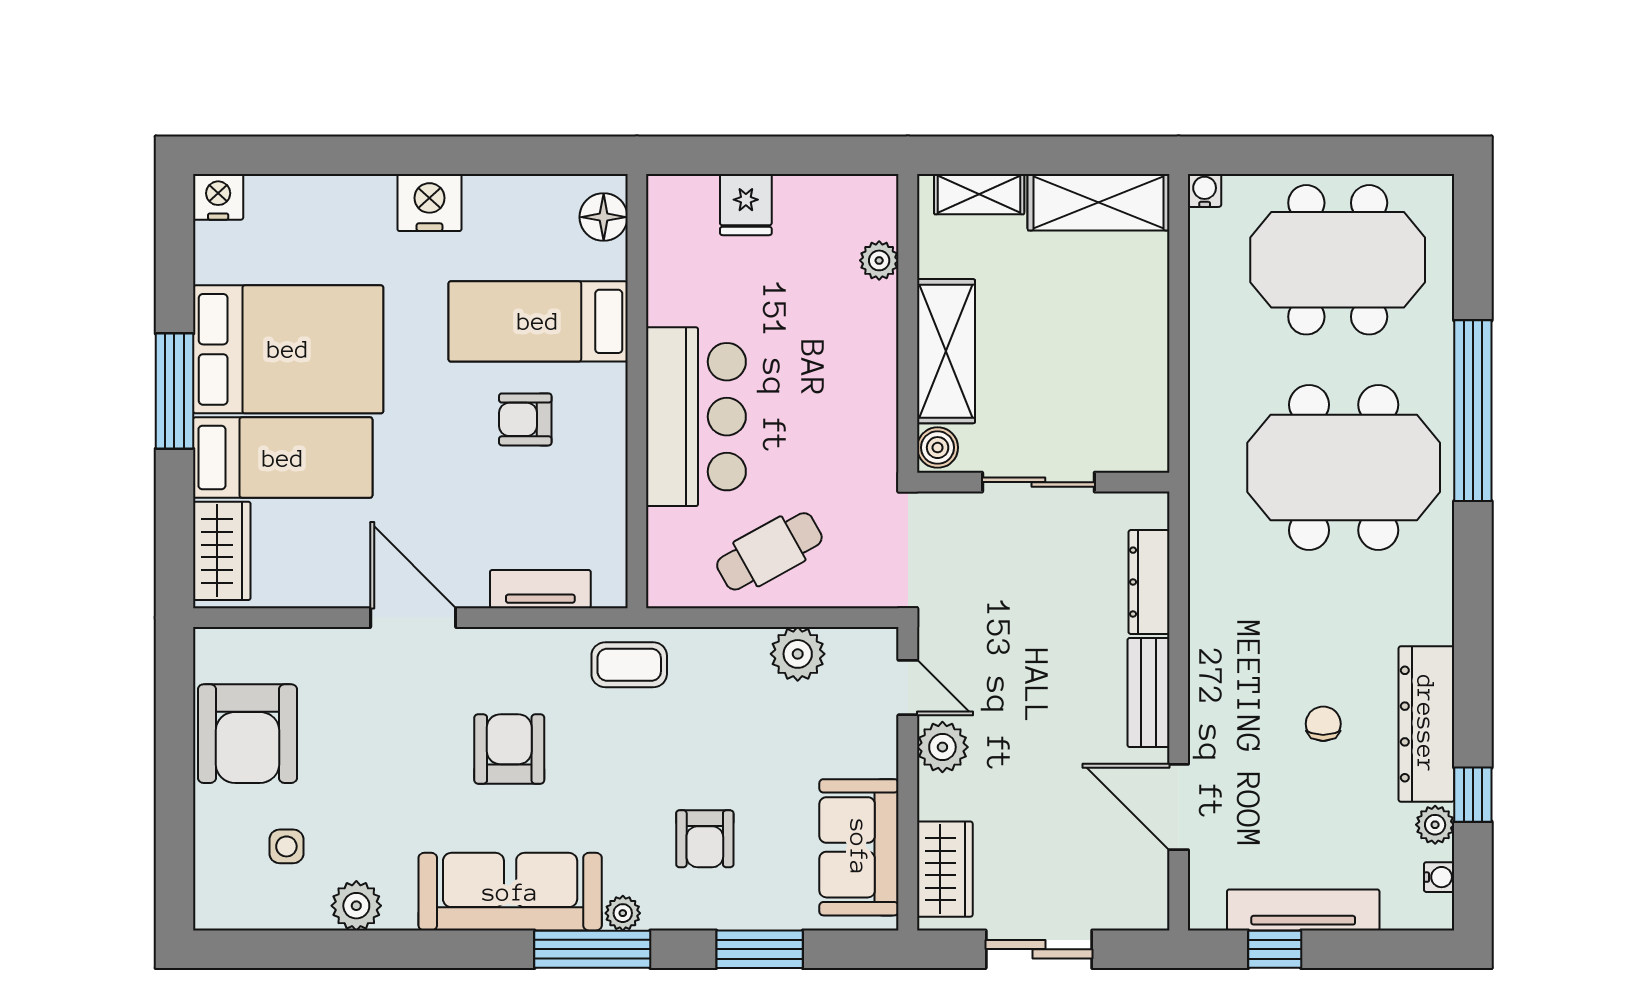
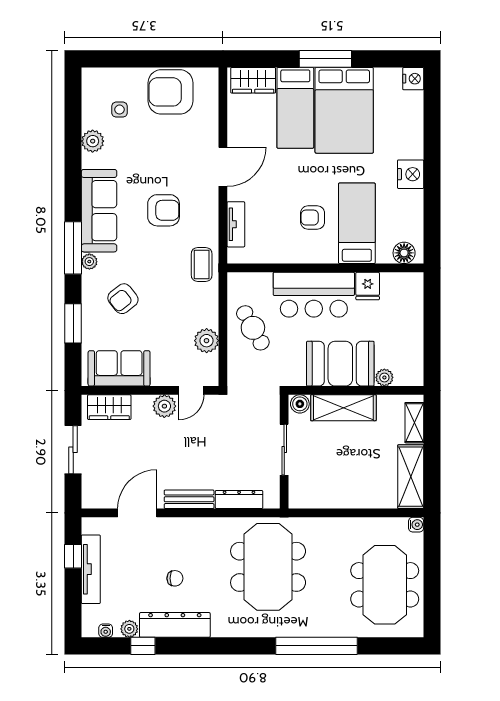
fridge: (746, 205) -> (368, 286), moved, turned -90
booth: (848, 358) -> (340, 364), added
armchair: (525, 419) -> (313, 218), turned -90
meeting table: (1344, 467) -> (268, 567), moved
armchair: (705, 839) -> (123, 299), turned -38

